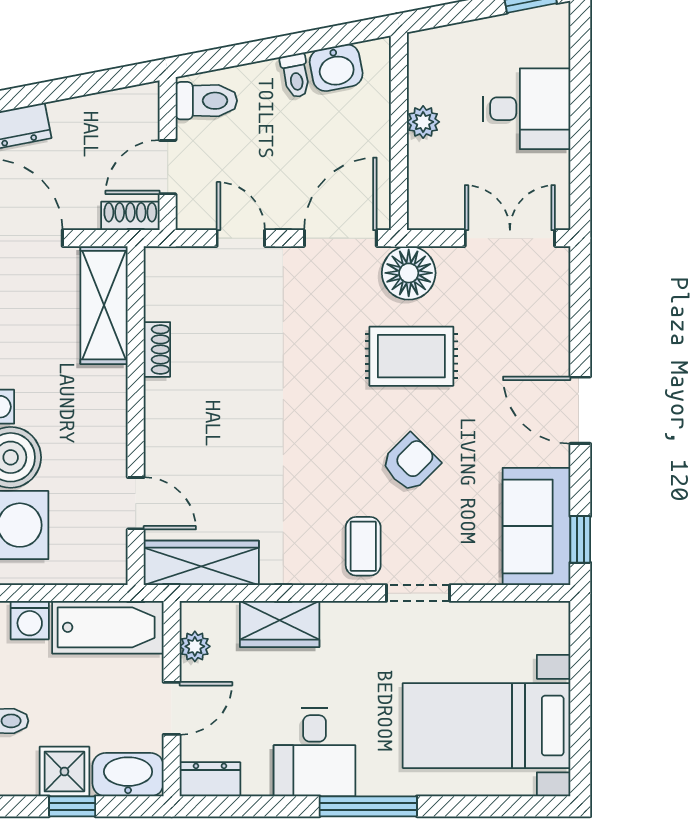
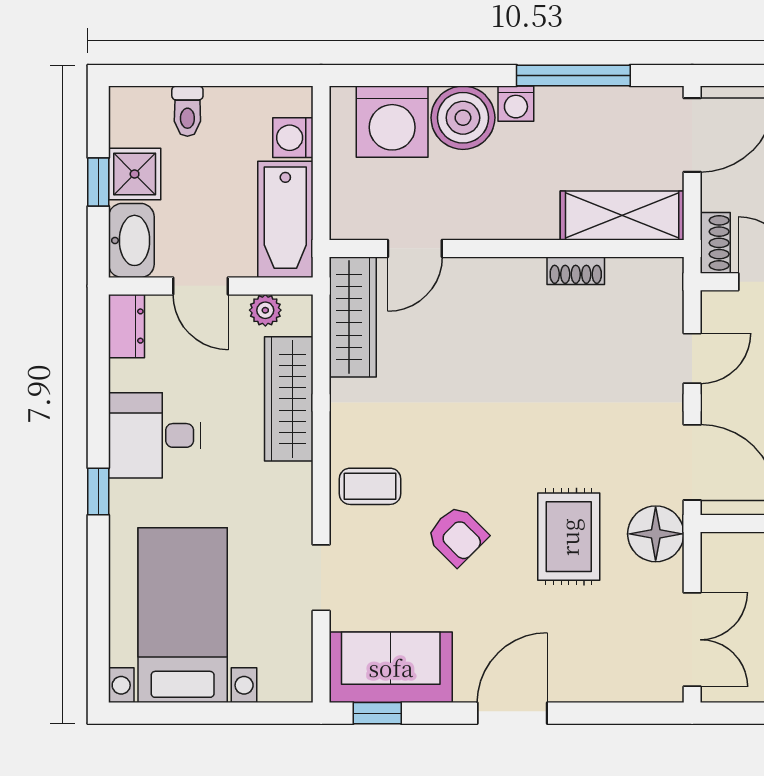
doorway: (418, 593) -> (321, 578), moved
wardrobe: (280, 624) -> (289, 399), width x1.50
window: (368, 806) -> (98, 492), width x0.46

